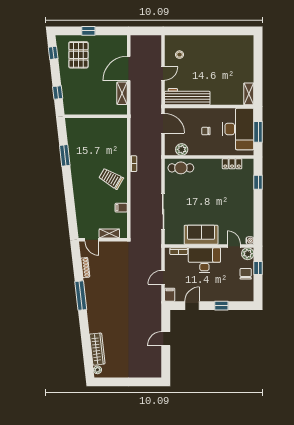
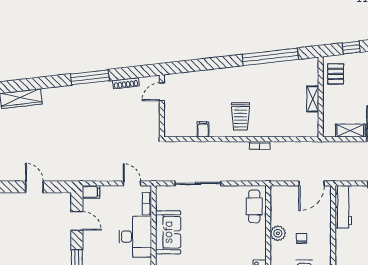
workbench: (187, 97) -> (343, 207), width x0.73, depth x0.76
pallet: (78, 105) -> (336, 74), added
plant: (182, 149) -> (278, 233), moved
window: (65, 155) -> (270, 57), width x2.11
trolley: (111, 179) -> (240, 116), turned 150
shelving: (109, 233) -> (313, 99), moved
door: (163, 277) -> (132, 183), moved

